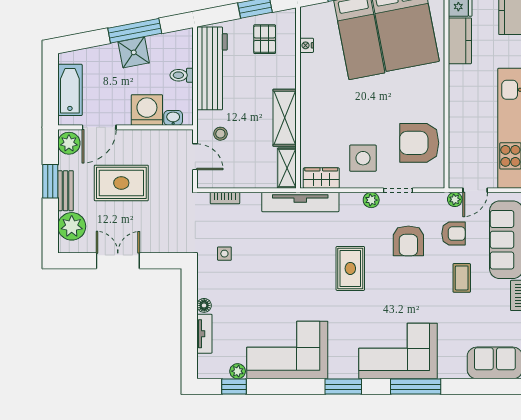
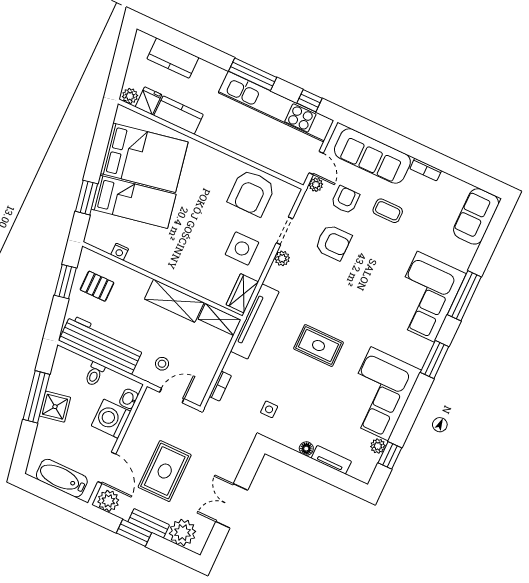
rug: (350, 268) -> (319, 346), moved

